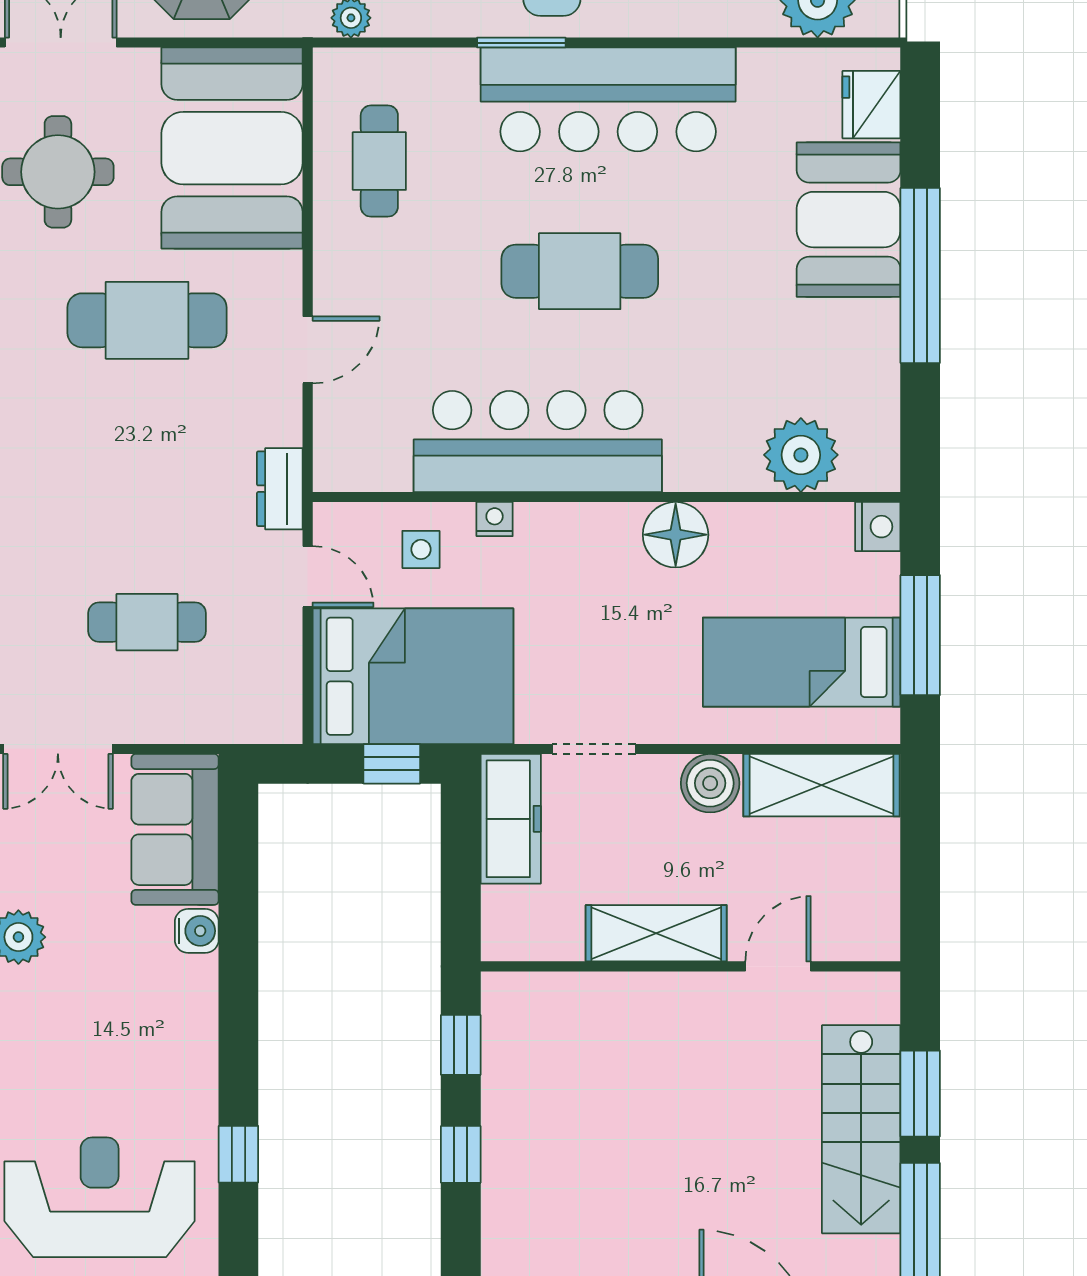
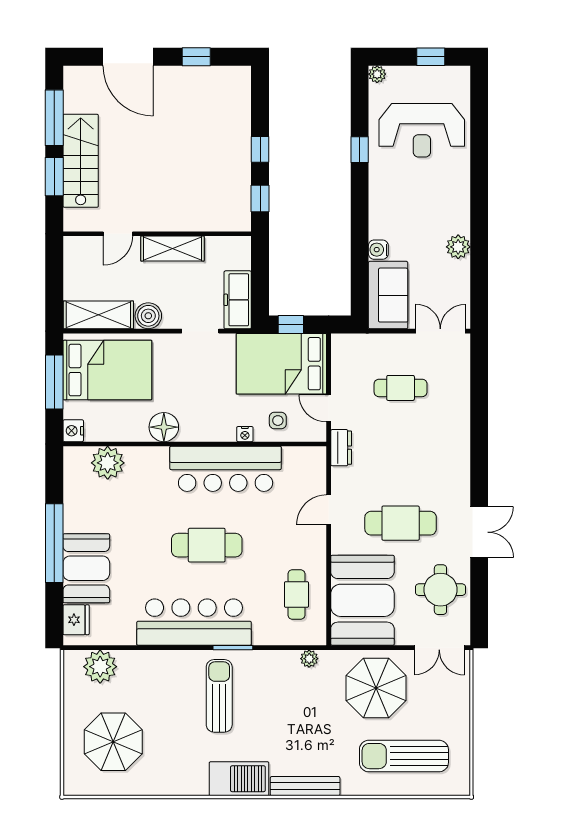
bed: (802, 662) -> (107, 370), width x1.50

